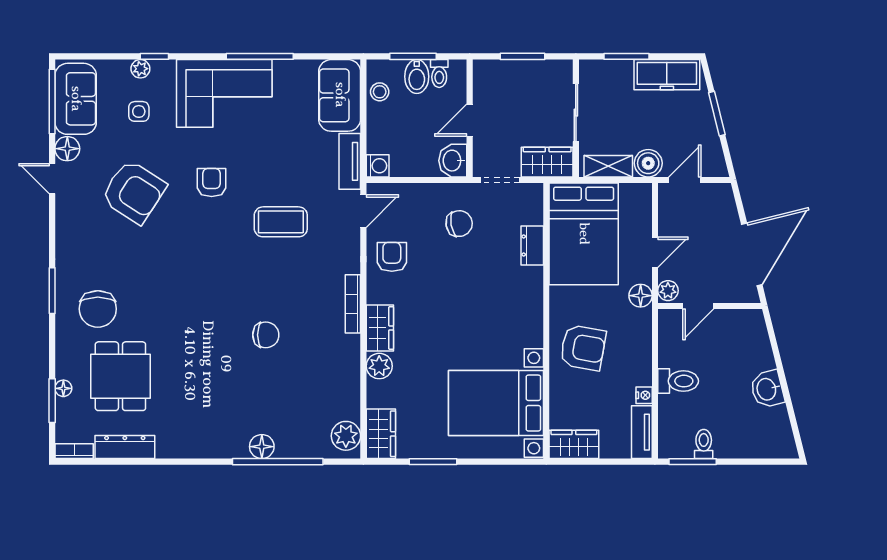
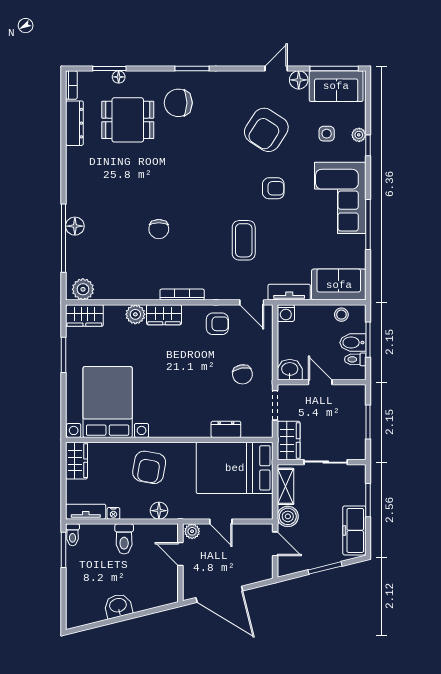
floor lamp: (641, 296) -> (159, 511), moved
toilet: (704, 444) -> (73, 535), moved, turned 90

